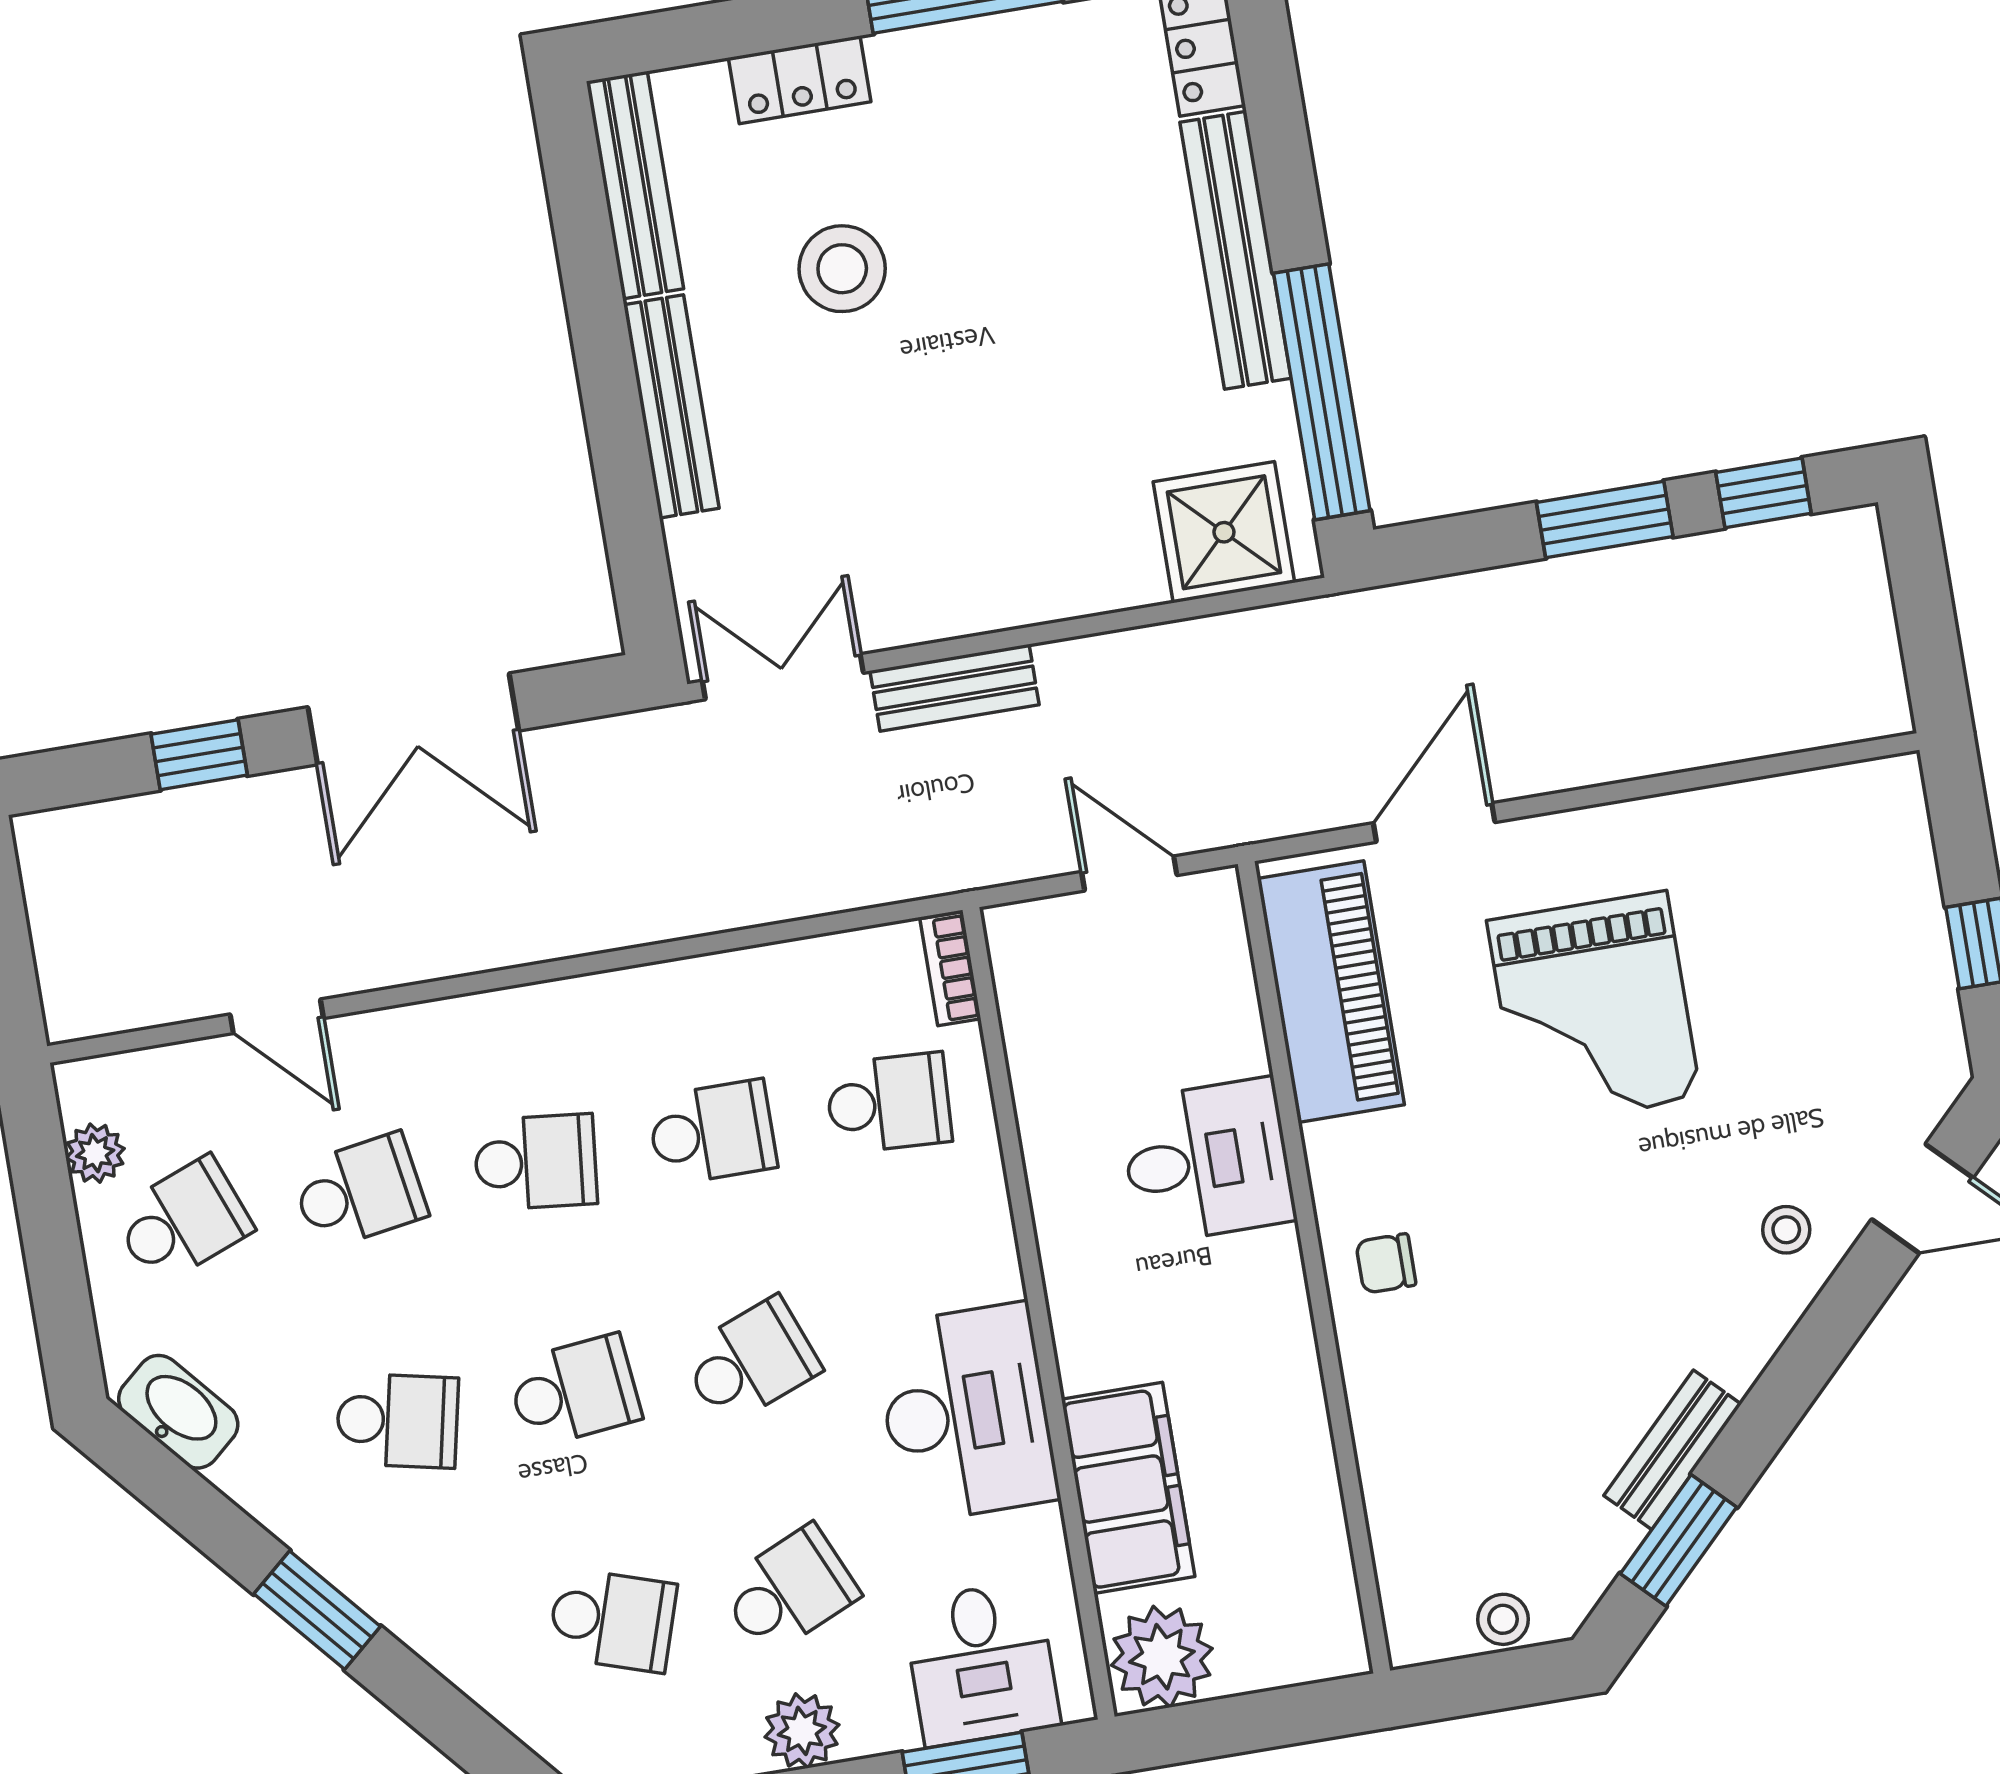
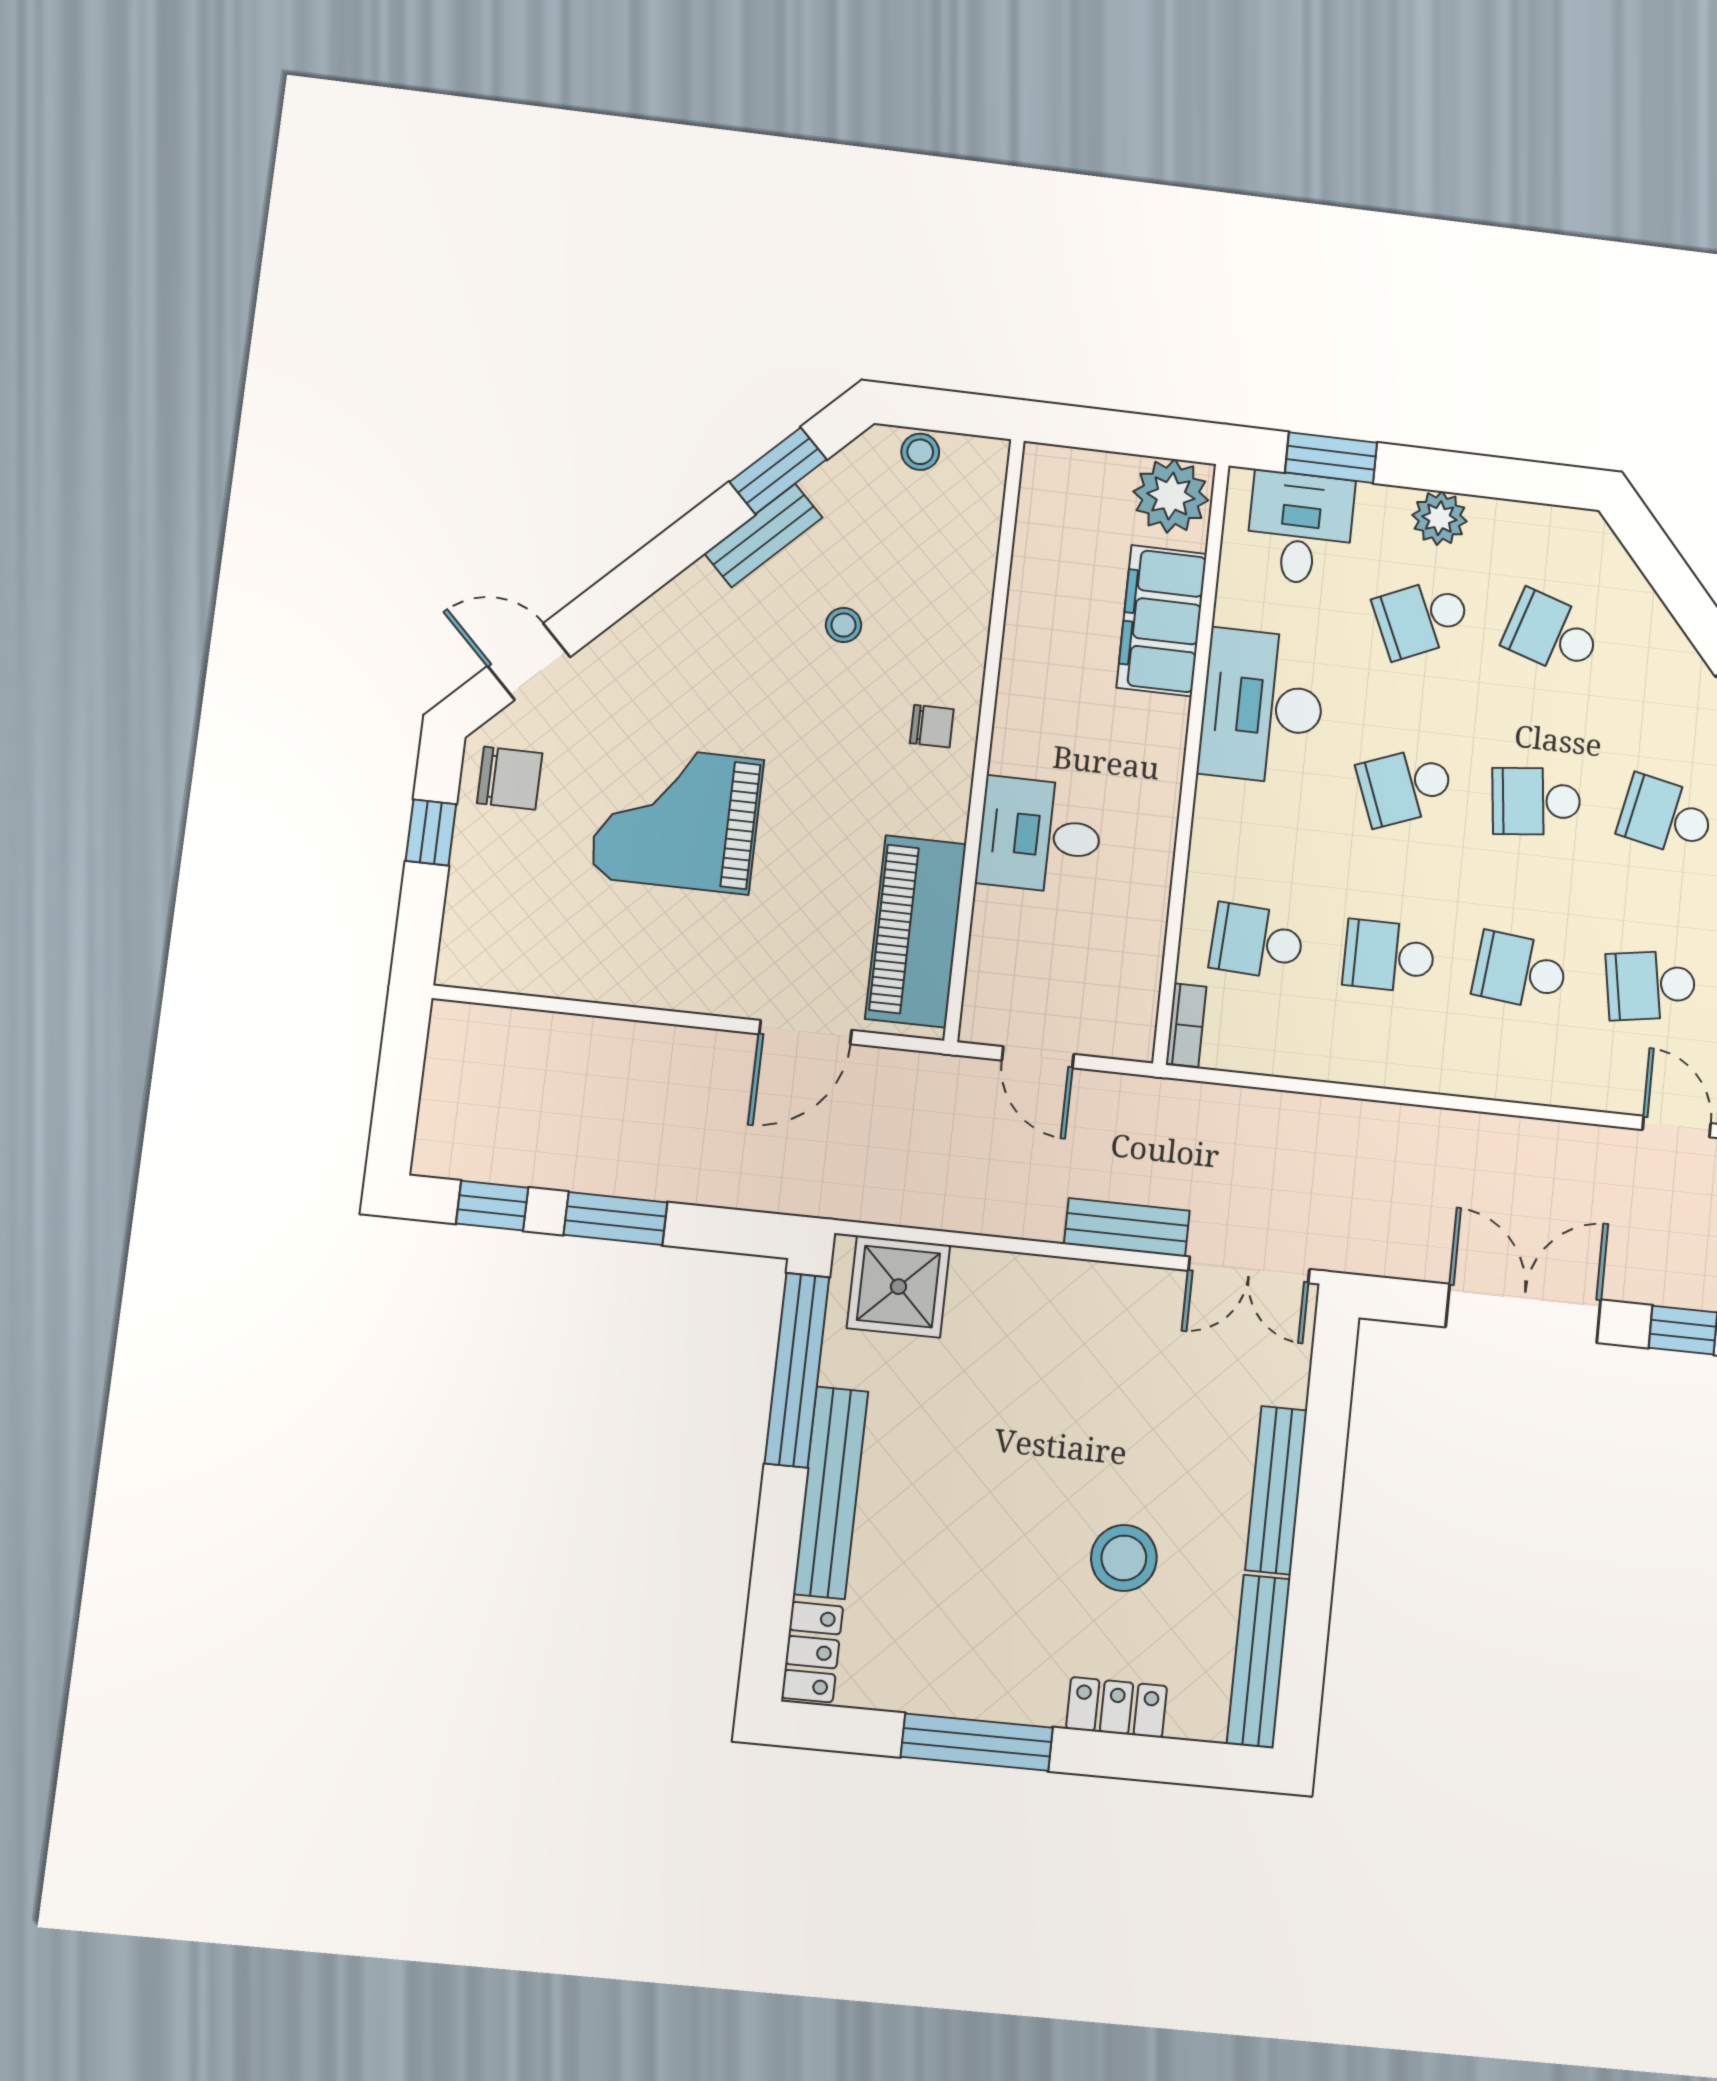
grand piano: (1594, 1009) -> (677, 818), moved, turned -90
chair: (1902, 1041) -> (510, 778), added
stool: (1786, 1230) -> (844, 625), moved

